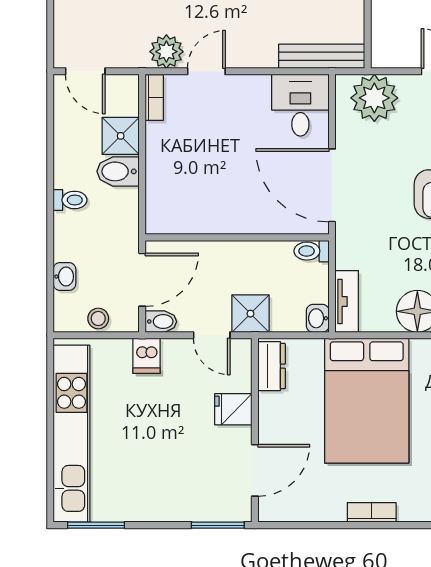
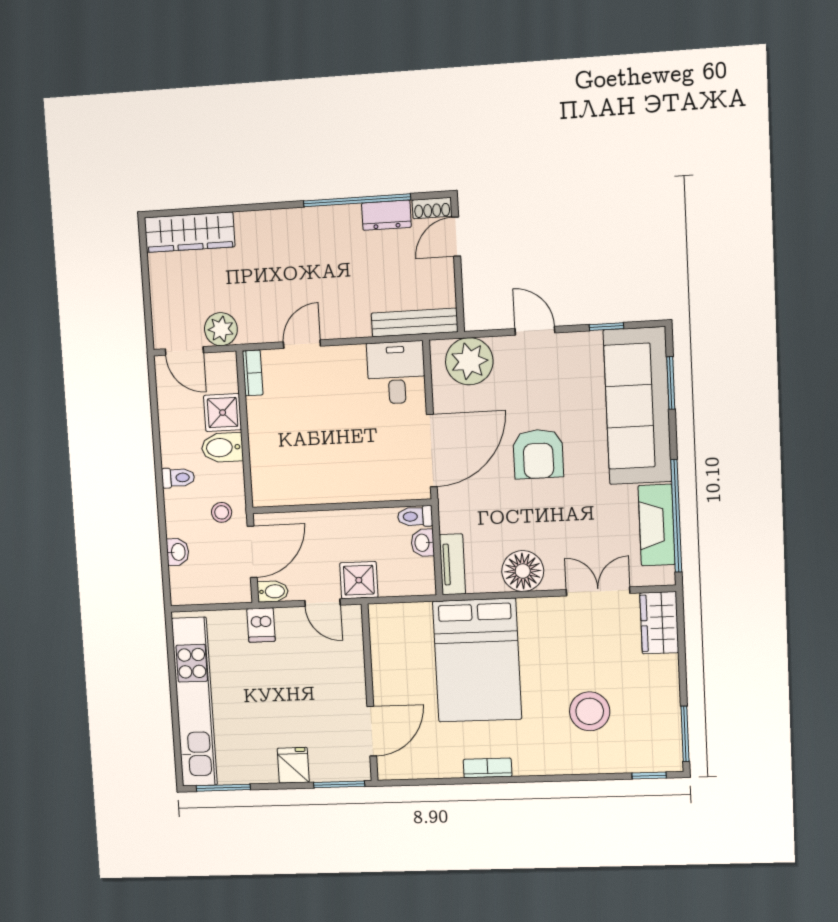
plant: (166, 52) -> (221, 329), moved
door: (332, 185) -> (432, 451), swing flipped
stool: (98, 318) -> (222, 512), moved
washbasin: (318, 318) -> (423, 543), moved
dresser: (272, 366) -> (382, 630), removed
fridge: (233, 409) -> (293, 765), moved, turned 90

